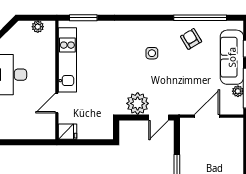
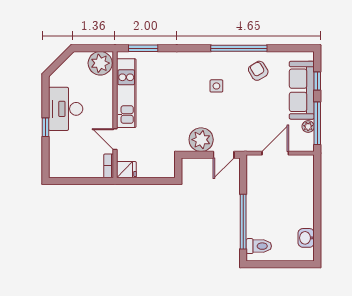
window: (200, 18) -> (239, 48), moved
plant: (38, 27) -> (100, 63), width x1.88, depth x1.88
door: (57, 103) -> (115, 139), hinge flipped
bookcase: (51, 128) -> (109, 166), added

